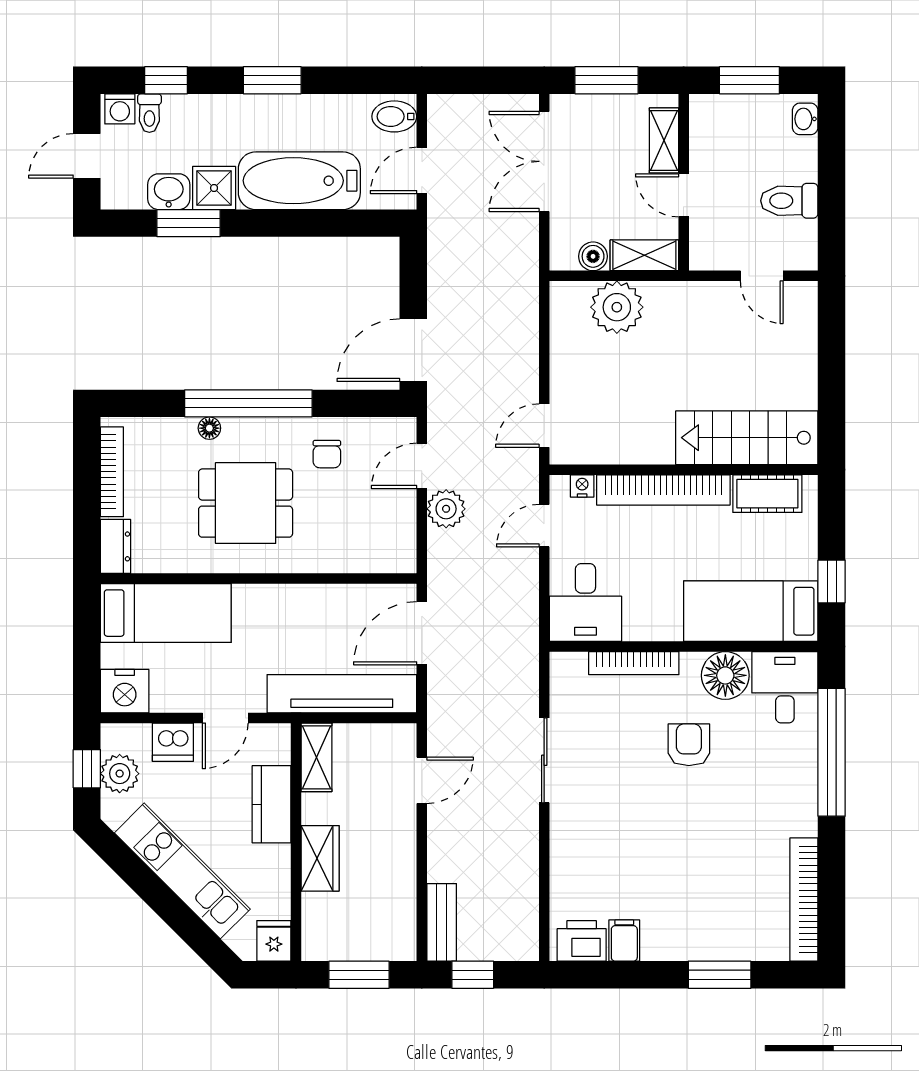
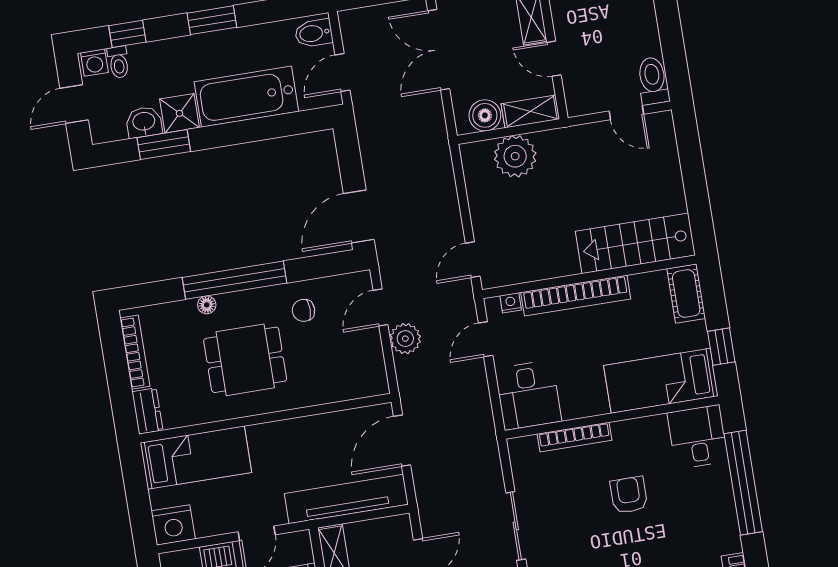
toilet: (789, 201) -> (653, 81), moved, turned 90
boiler: (593, 256) -> (485, 115), width x1.36, depth x1.36
chair: (327, 454) -> (304, 310), turned 90
cot: (767, 494) -> (686, 294), moved, turned 90
floor lamp: (725, 675) -> (649, 435), removed

